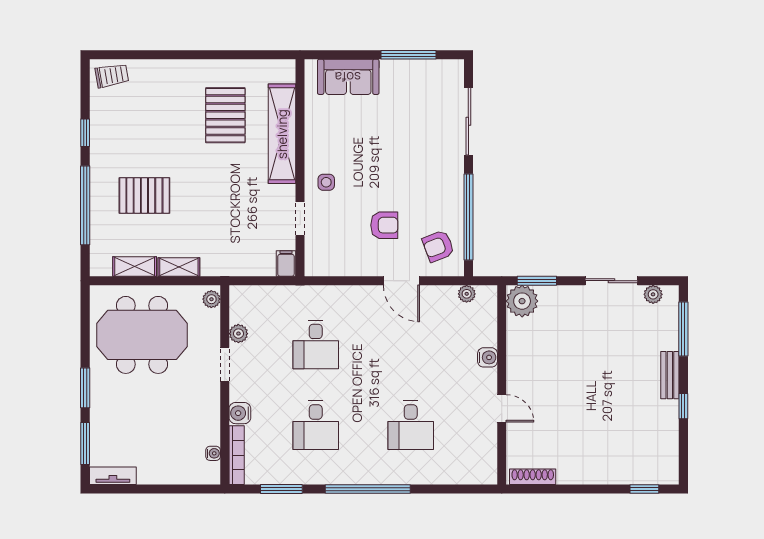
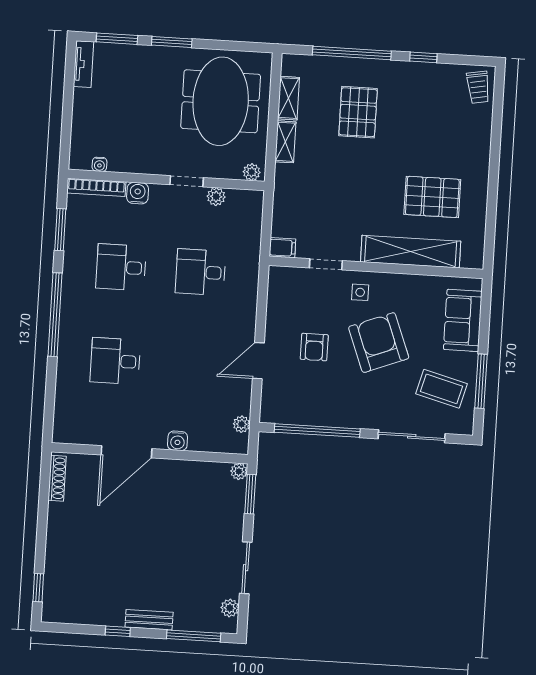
coffee table: (419, 94) -> (442, 389), added
armchair: (438, 246) -> (379, 343), moved, width x1.88, depth x1.88
plant: (522, 301) -> (239, 471), width x0.53, depth x0.53
door: (502, 408) -> (127, 452), width x1.88

